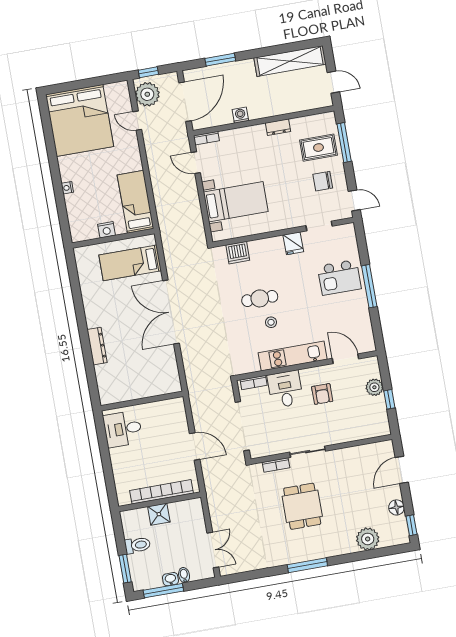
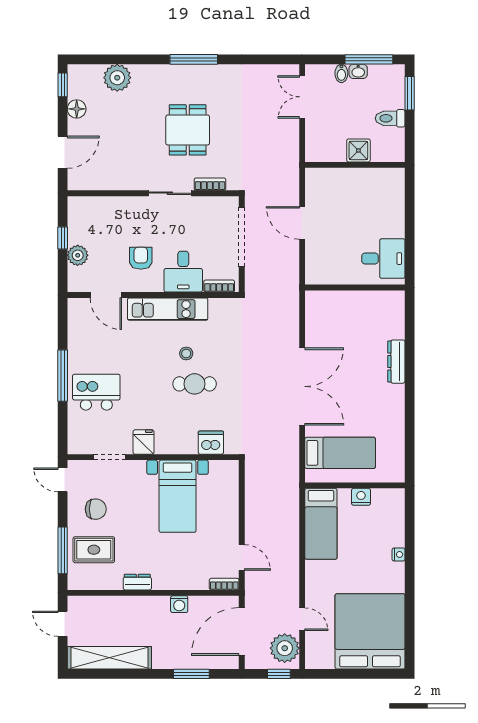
bed with nightstands: (236, 202) -> (178, 496), moved, turned -90
bookcase: (162, 492) -> (351, 176), removed

